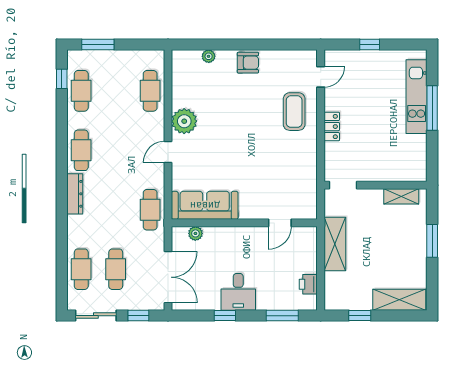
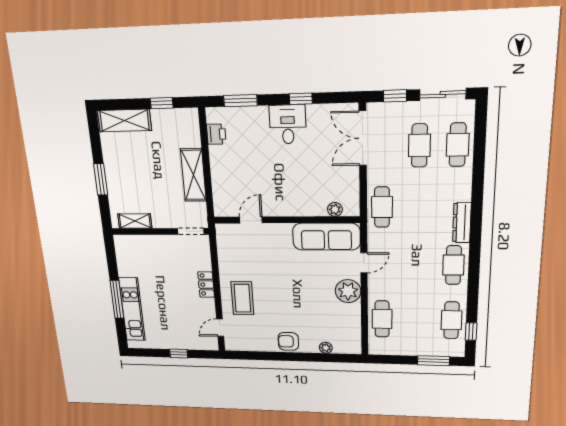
sofa: (205, 205) -> (326, 237), moved
wall: (244, 223) -> (286, 220), moved
door: (280, 223) -> (251, 220), moved
plant: (195, 233) -> (335, 209), moved

